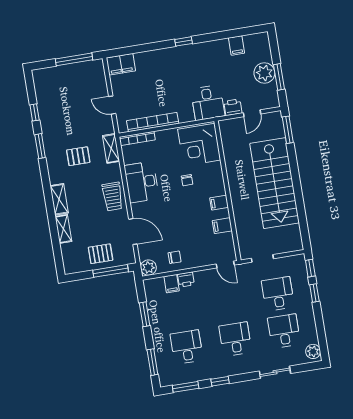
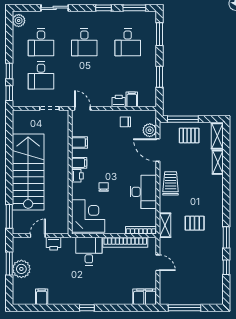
desk: (208, 103) -> (89, 251), moved
printer: (219, 188) -> (77, 176), added
shelving: (59, 199) -> (217, 136), moved
plant: (148, 268) -> (150, 130), moved

